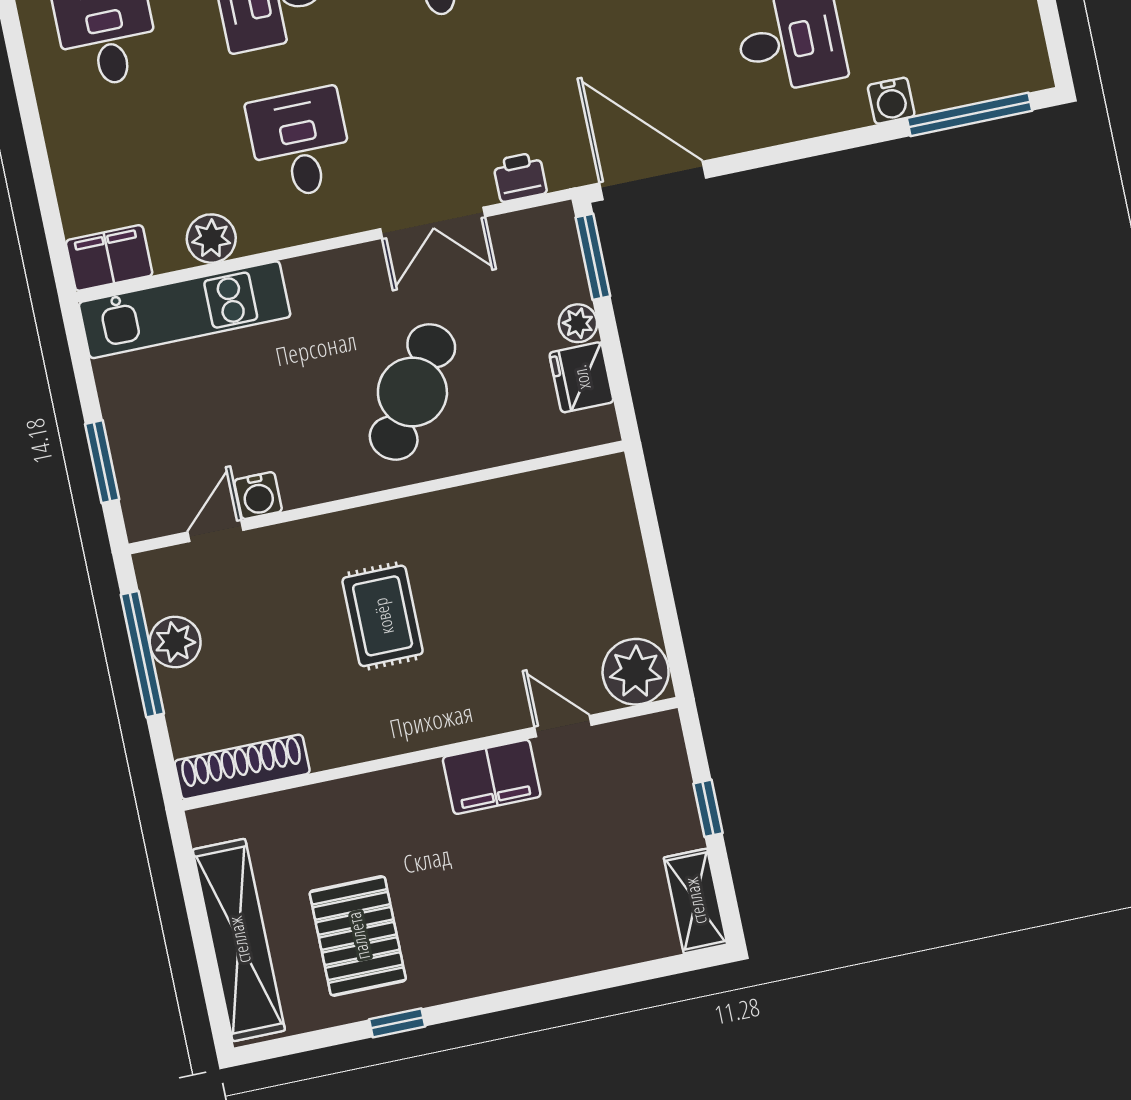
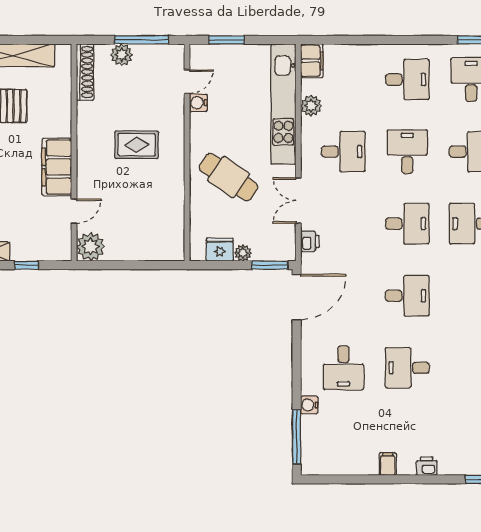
kitchen unit: (185, 310) -> (283, 104), width x1.36
door: (215, 531) -> (187, 82), hinge flipped
plant: (175, 642) -> (122, 55), moved
filing cabinet: (492, 777) -> (57, 167), width x1.50, depth x1.17

